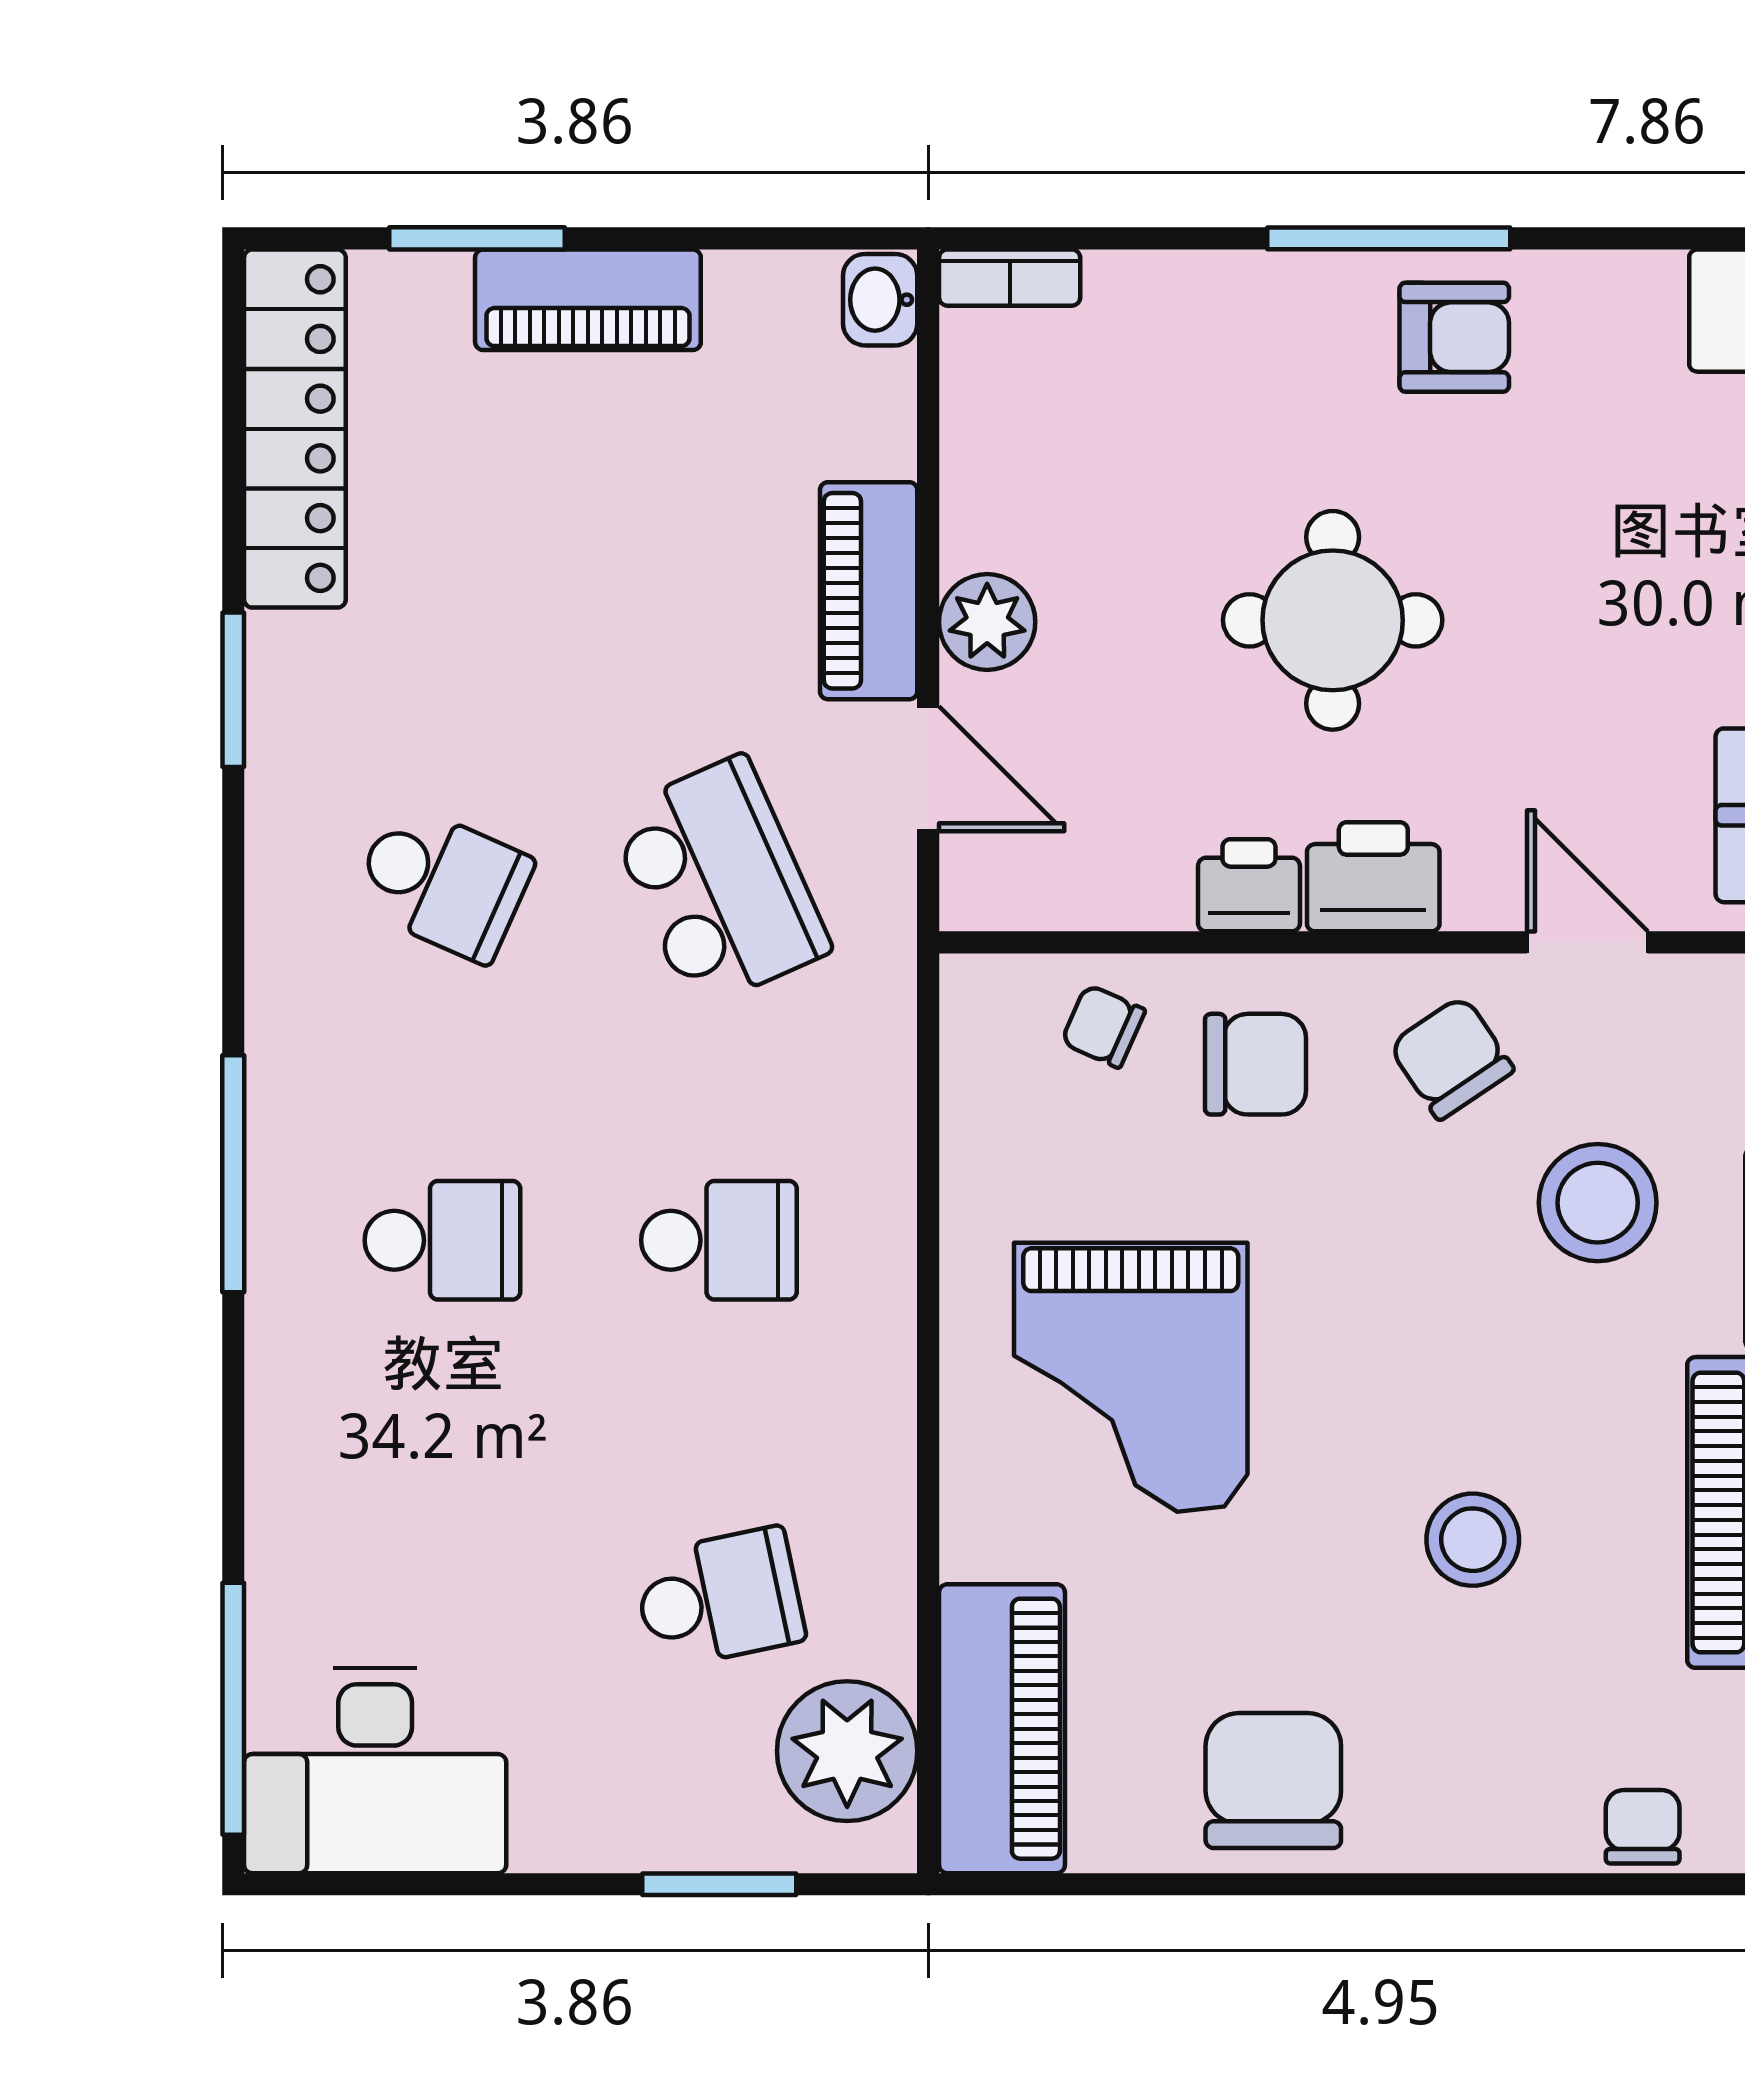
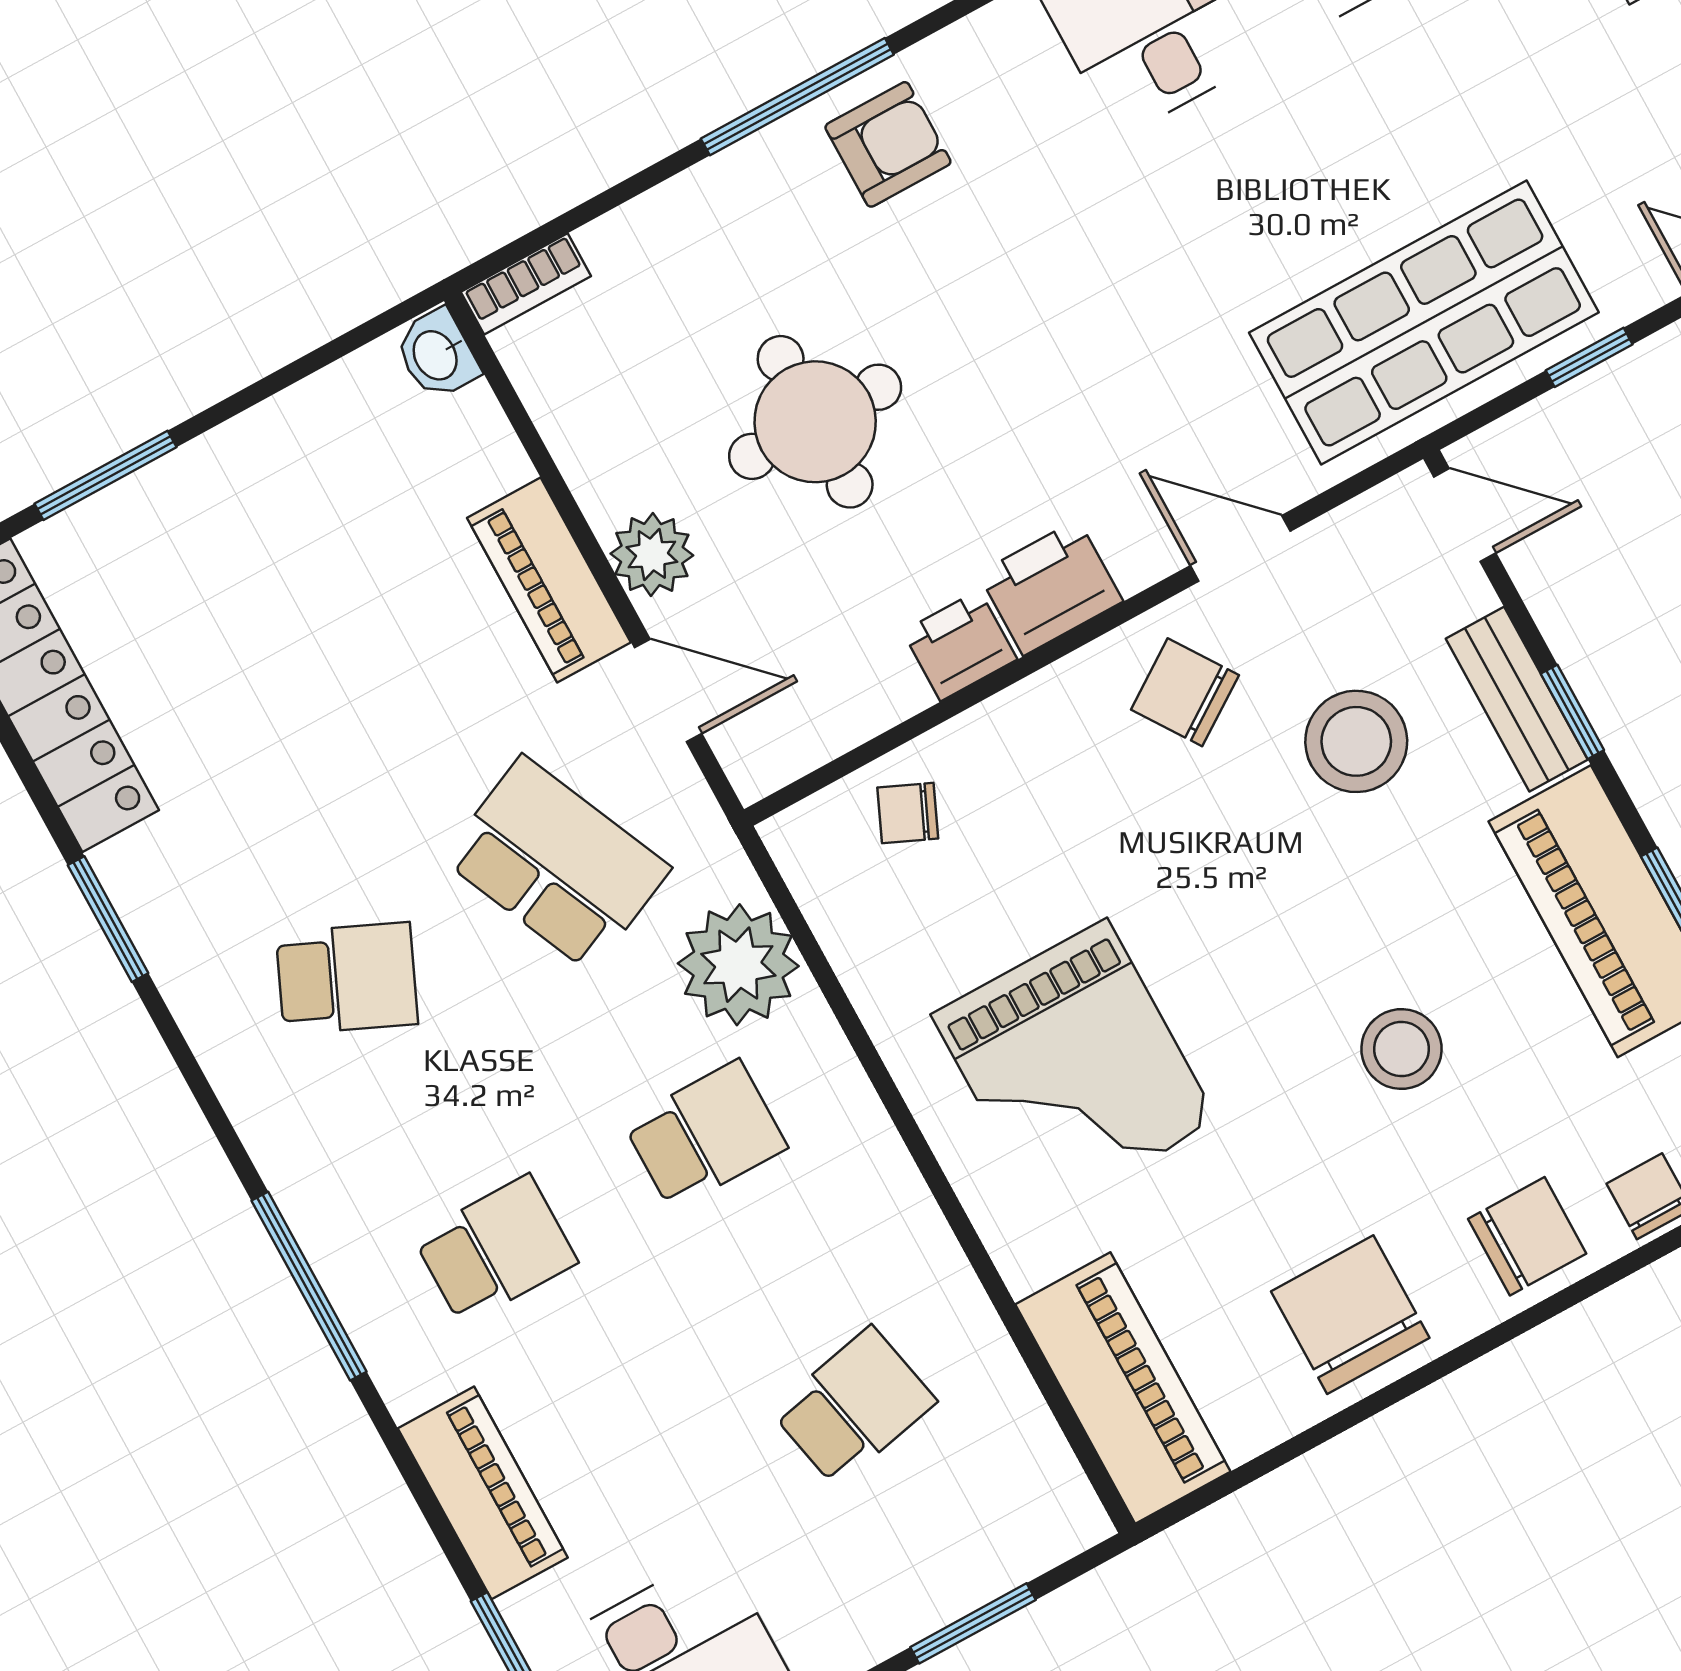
piano: (588, 300) -> (483, 1493), moved, turned -90
round table: (1333, 620) -> (815, 422), moved
chair: (1256, 1064) -> (1527, 1236), moved
plant: (847, 1751) -> (738, 965), moved

